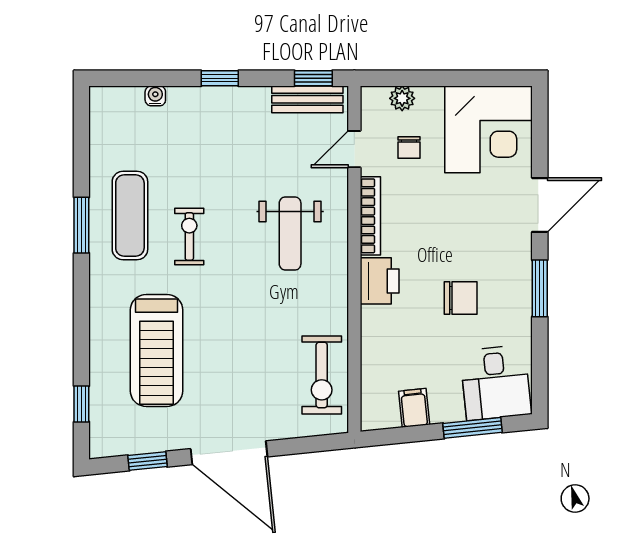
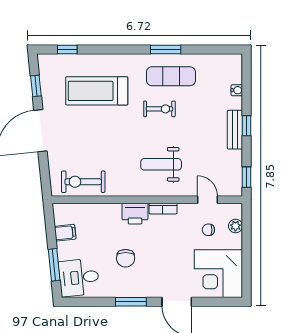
bench: (307, 99) -> (235, 130), moved
bookcase: (370, 216) -> (163, 209), width x0.64

